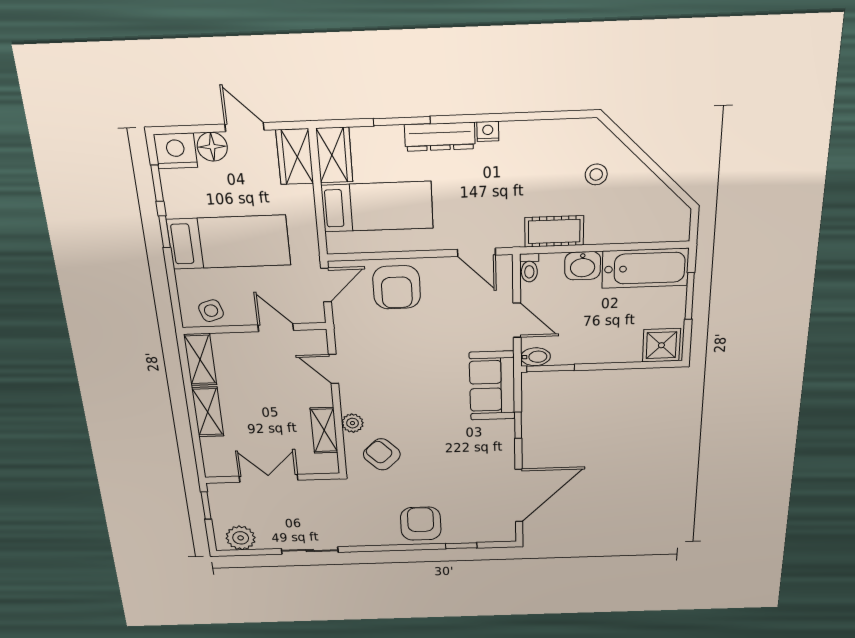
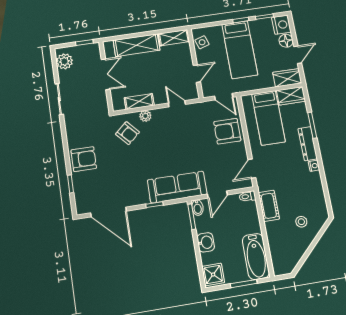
washbasin: (583, 266) -> (206, 242), moved, turned 180
door: (334, 369) -> (177, 104), hinge flipped
sofa: (492, 386) -> (177, 187), width x1.36
shelving: (208, 412) -> (137, 45), width x1.50, depth x1.33
armchair: (382, 454) -> (127, 133), turned 92

